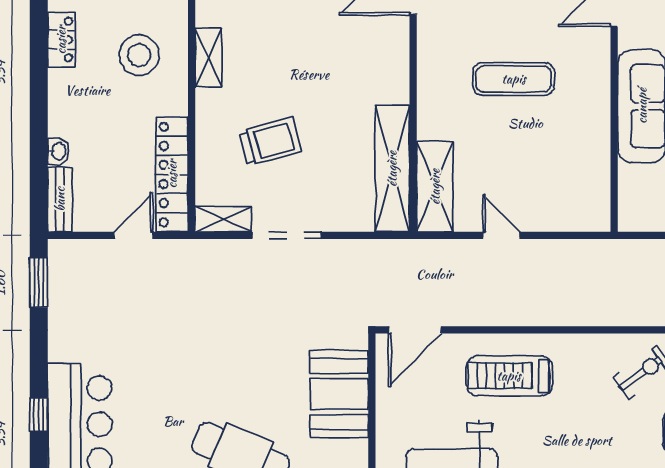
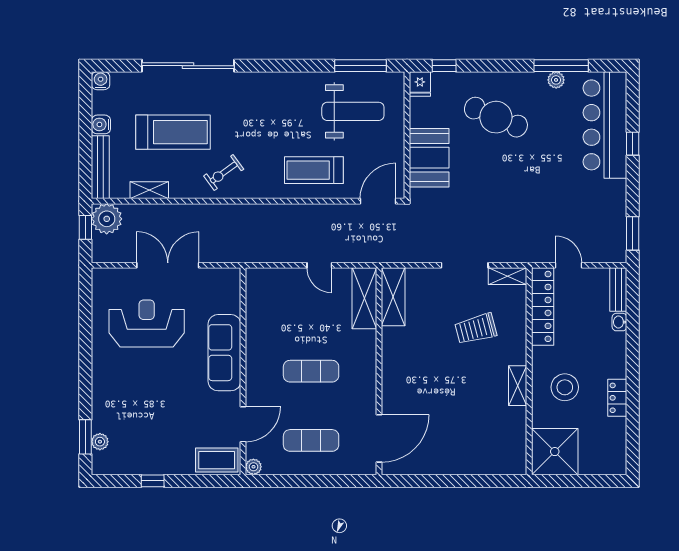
shelving: (392, 169) -> (393, 297), width x0.68
door: (133, 235) -> (569, 265), swing flipped
treadmill: (509, 376) -> (314, 170), turned 180

